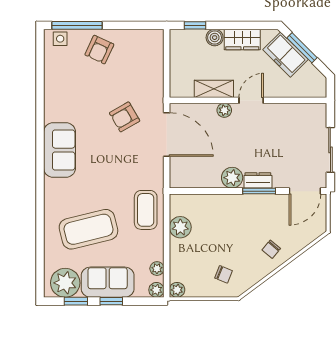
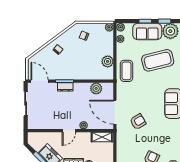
shelving: (214, 89) -> (102, 137), moved
plant: (232, 178) -> (96, 88), moved
door: (305, 191) -> (40, 81), hinge flipped

